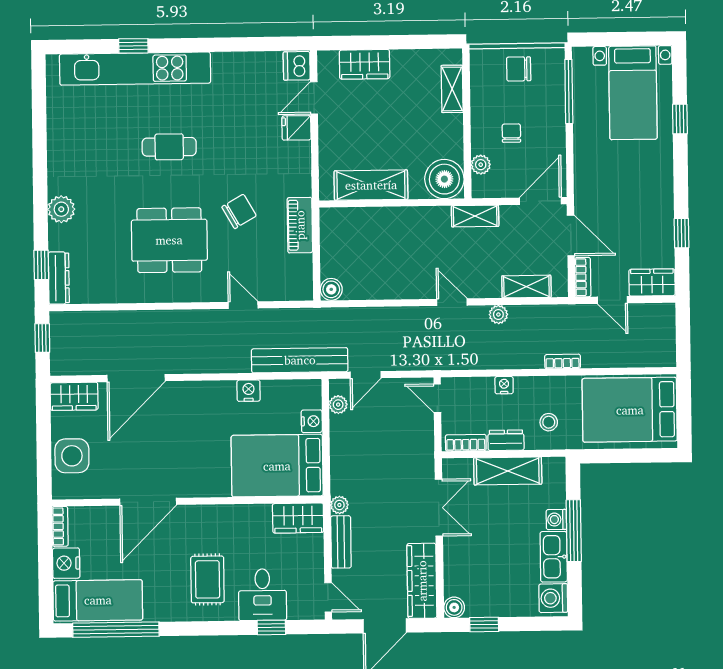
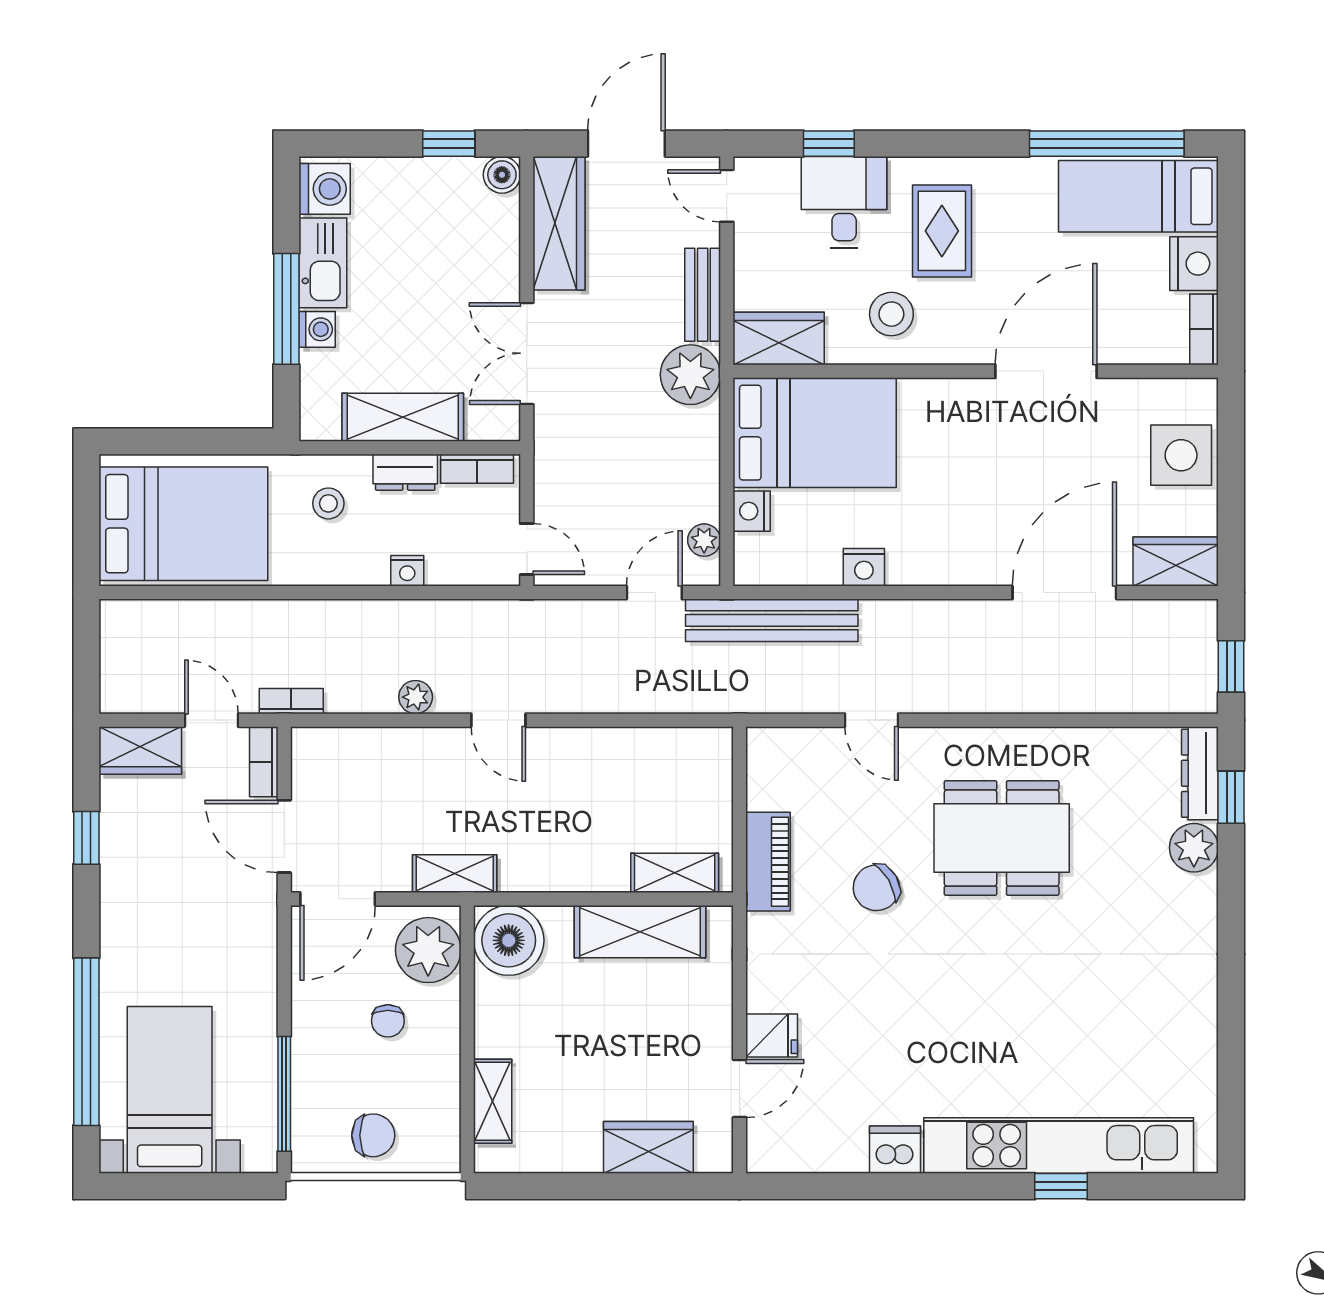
dishwasher: (297, 66) -> (895, 1150), moved, turned -90
window: (680, 119) -> (86, 1042), width x3.17
cafe table: (169, 147) -> (1000, 1005), removed
plant: (481, 165) -> (428, 950), width x1.87, depth x1.87
plant: (61, 209) -> (1194, 848), moved
shelving: (526, 287) -> (675, 873), moved
boiler: (331, 289) -> (714, 746), removed
bookcase: (563, 361) -> (291, 701), moved, turned 180
plant: (339, 505) -> (690, 375), width x1.88, depth x1.88
stool: (235, 533) -> (891, 314), added

